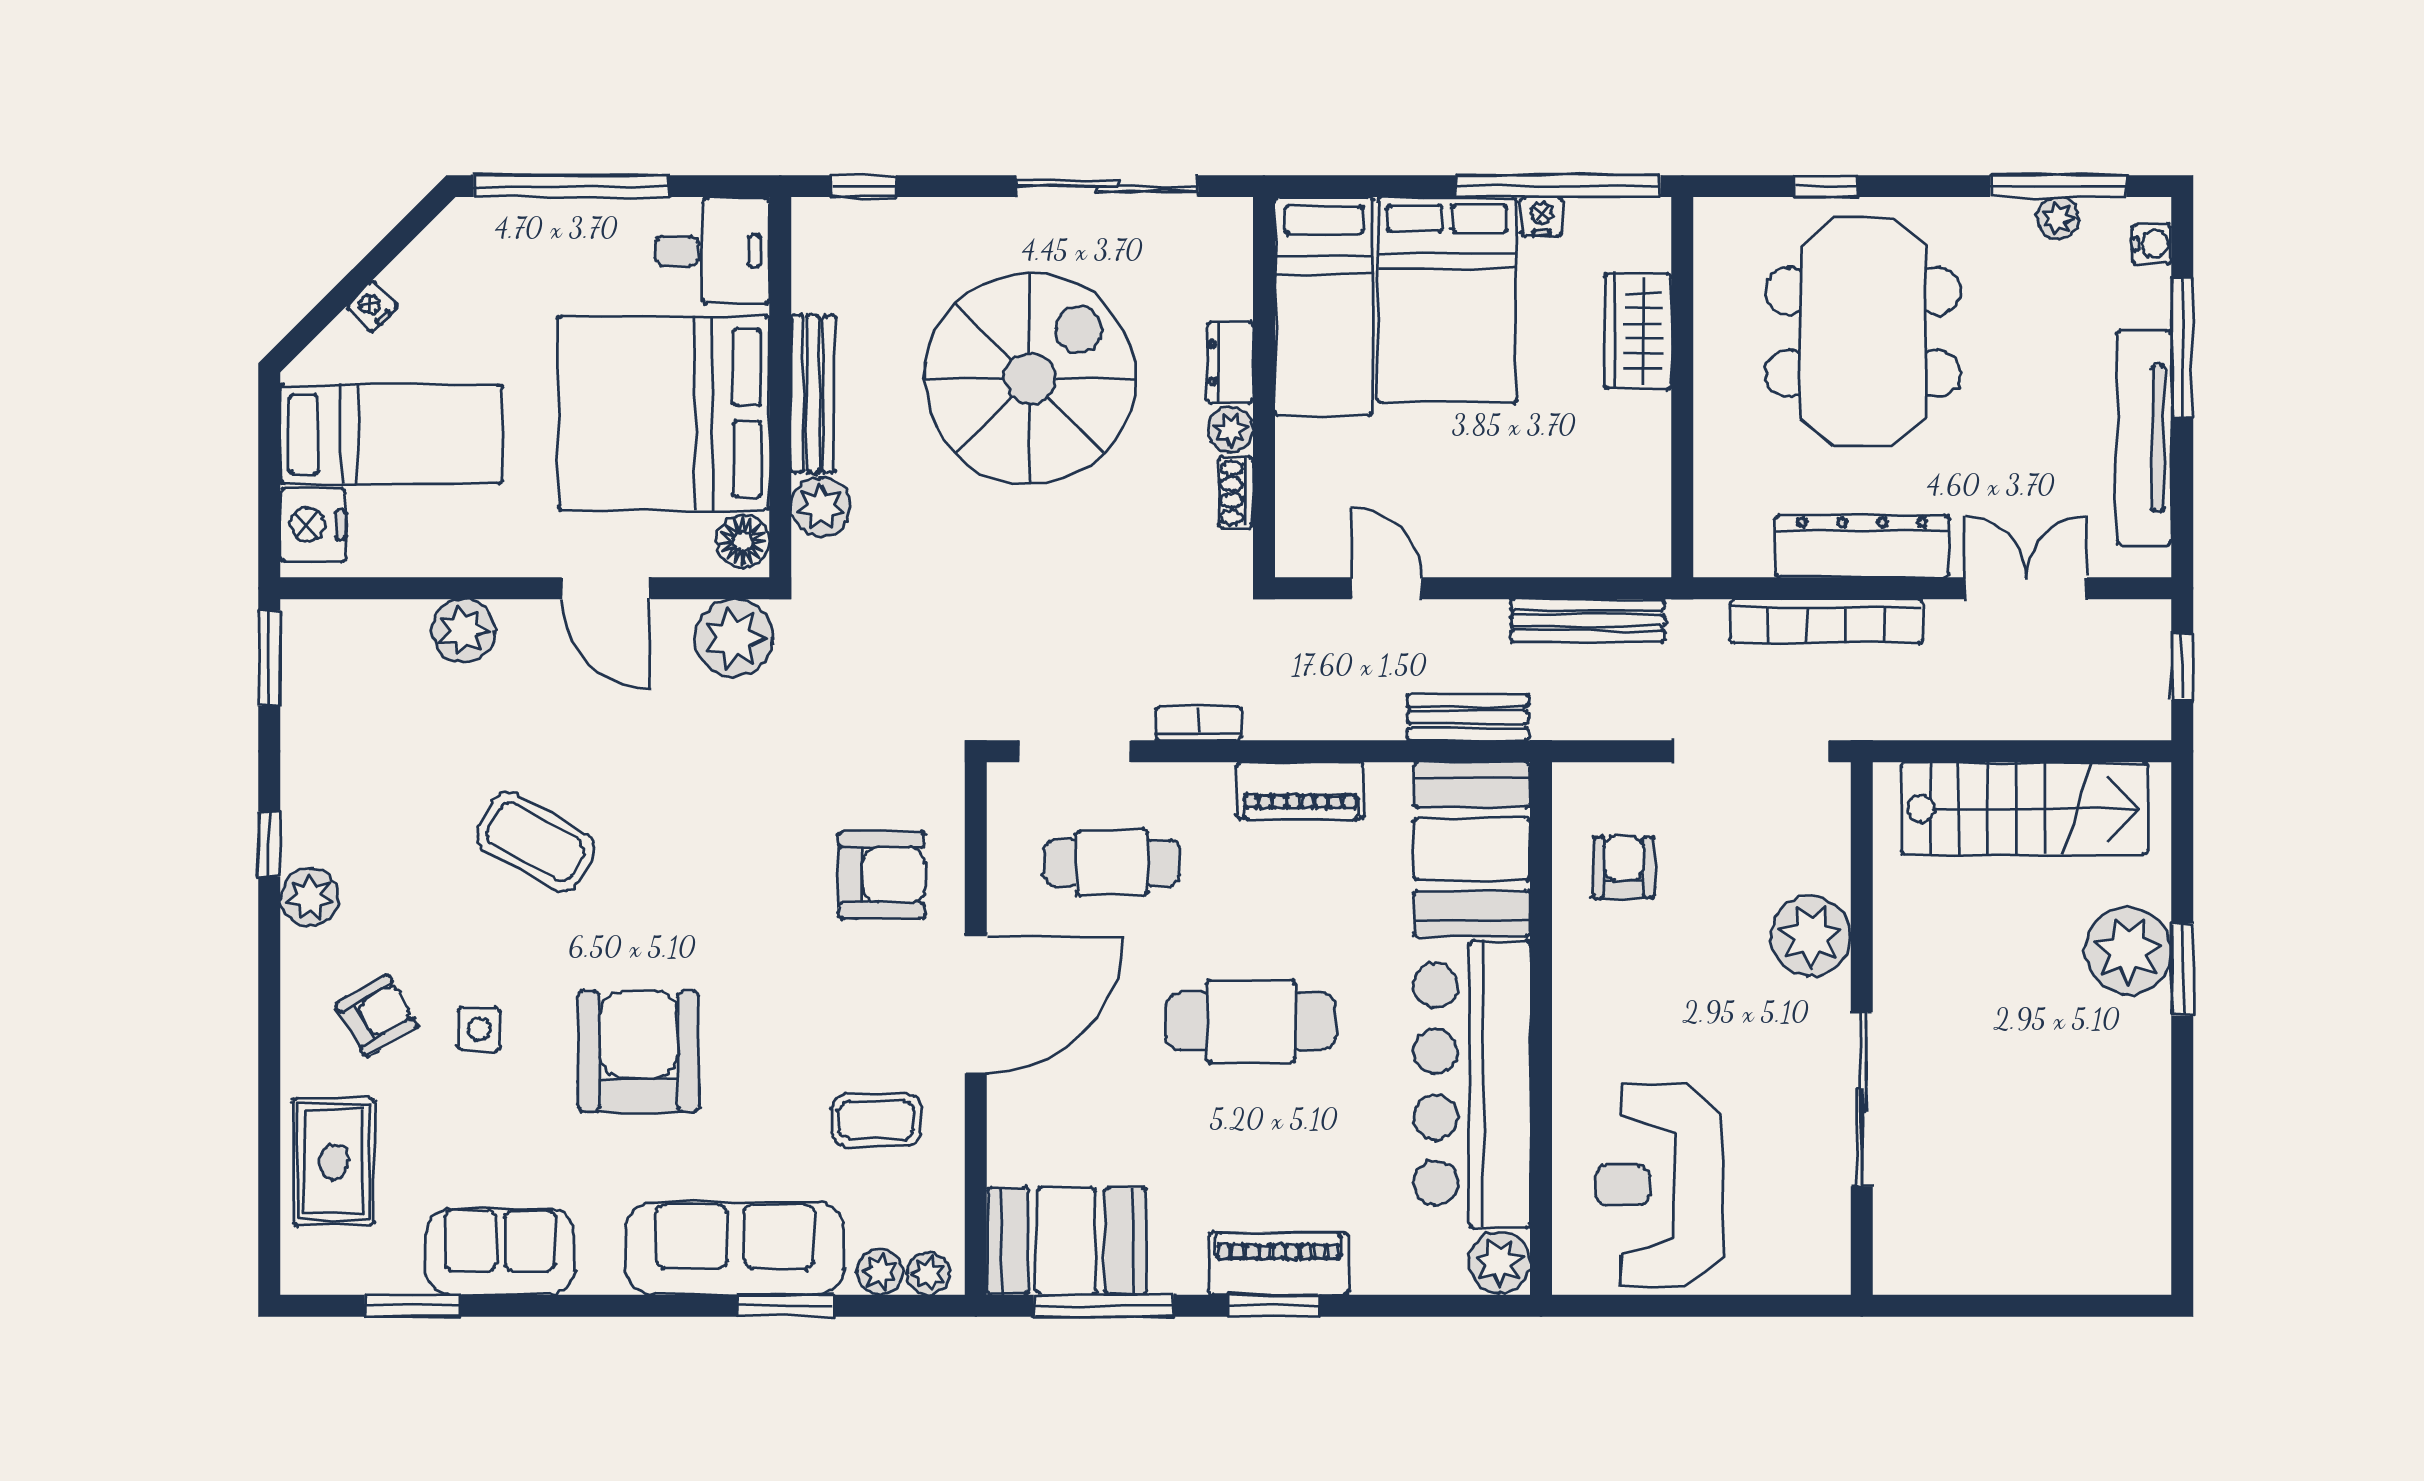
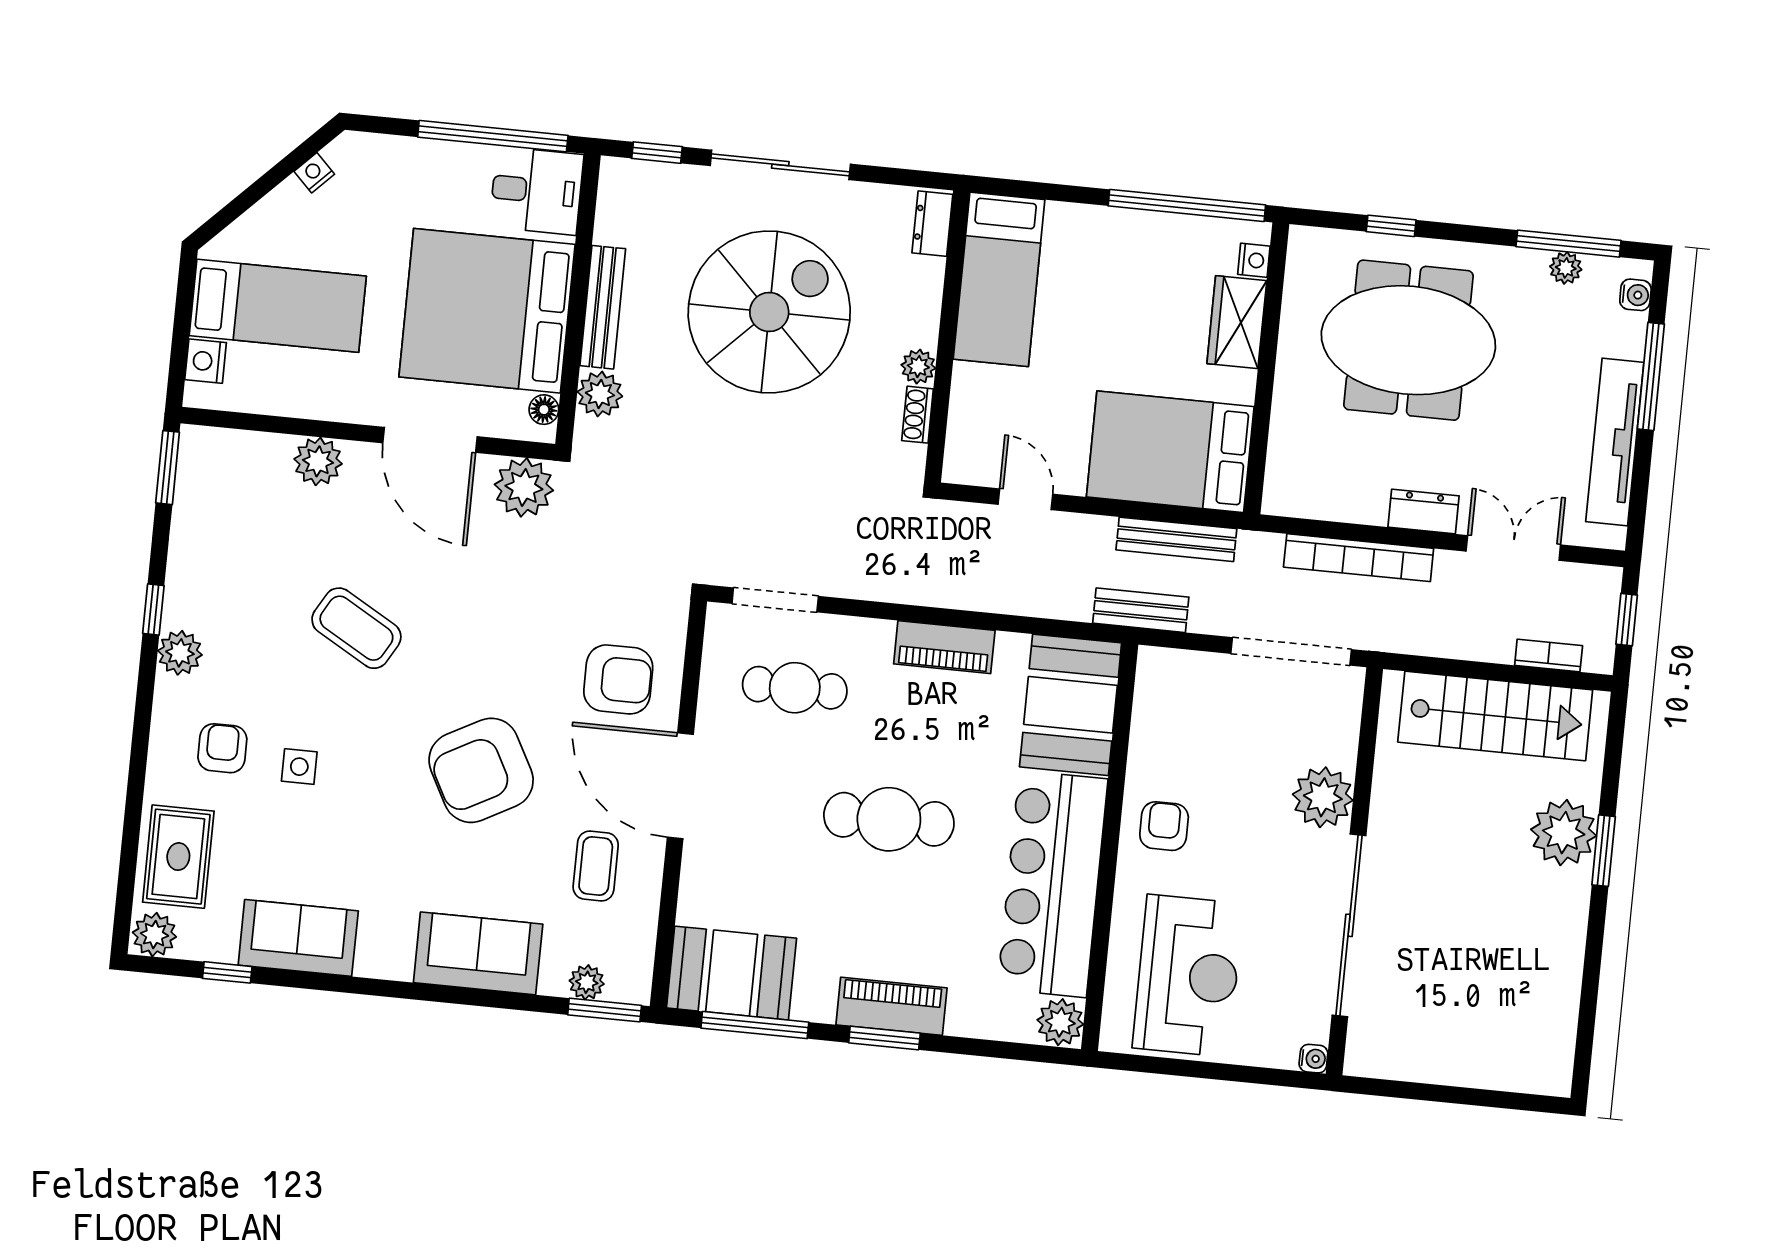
window: (571, 186) -> (493, 136), moved
sliding door: (1107, 186) -> (780, 165), moved
nightstand: (1541, 216) -> (1254, 260), moved, turned 90
bed: (1447, 300) -> (1170, 452), moved, turned 90
nightstand: (372, 306) -> (314, 173), moved
meeting table: (1863, 332) -> (1408, 340), turned 90
dresser: (1230, 362) -> (932, 224), moved
nightstand: (313, 525) -> (206, 361), width x0.74, depth x0.75
floor lamp: (743, 541) -> (544, 410), width x0.73, depth x0.73
dresser: (1862, 546) -> (1424, 511), width x0.51, depth x0.80
door: (606, 588) -> (430, 440), width x1.36
bench: (1468, 717) -> (1141, 610), moved
bookcase: (1199, 723) -> (1549, 656), moved
armchair: (1623, 867) -> (1164, 826), moved
door: (976, 1005) -> (680, 786), swing flipped
armchair: (377, 1015) -> (222, 748), turned -60
armchair: (639, 1051) -> (481, 770), moved, turned -118
sliding door: (1862, 1099) -> (1349, 925), width x1.36
coffee table: (876, 1120) -> (596, 866), turned 90
reception desk: (1659, 1185) -> (1188, 976), turned 180
sofa: (735, 1248) -> (478, 953), width x0.73
plant: (928, 1274) -> (154, 935), moved, width x1.38, depth x1.38
water cooler: (1833, 1277) -> (1313, 1059), added
window: (412, 1306) -> (227, 972), width x0.67
window: (785, 1306) -> (605, 1010), moved

